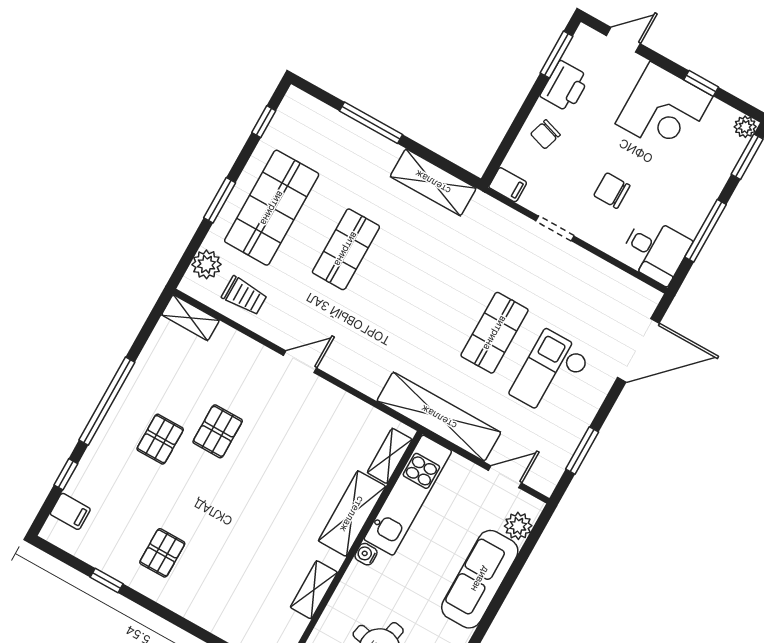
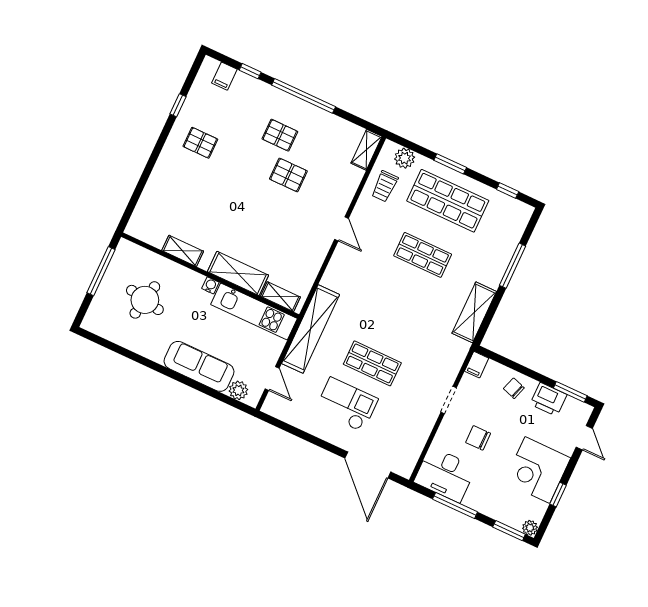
chair: (612, 190) -> (478, 438), turned -90
desk: (655, 250) -> (445, 474), width x1.37
window: (582, 450) -> (295, 431), removed

